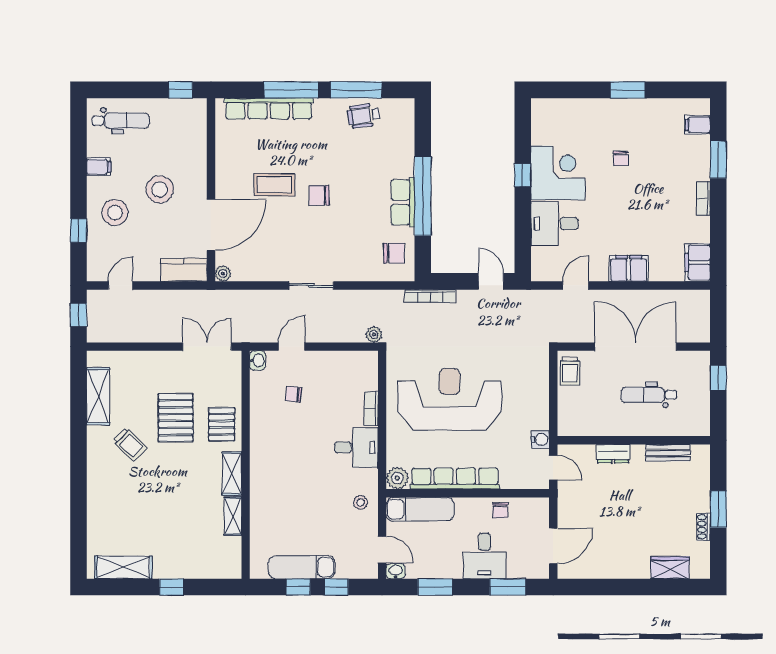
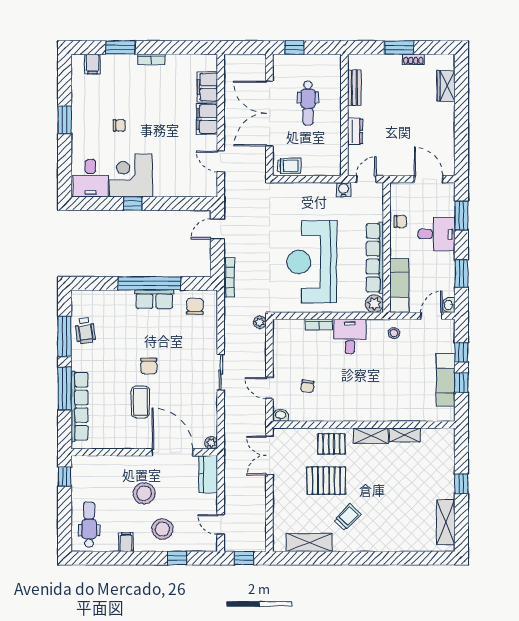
desk: (554, 224) -> (91, 178), moved
filing cabinet: (697, 262) -> (207, 87), moved, turned 90

